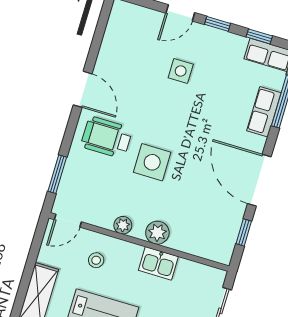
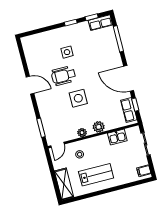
door: (180, 13) -> (52, 27), removed
row of seats: (264, 112) -> (129, 110), moved
wheelchair: (107, 137) -> (63, 76), moved
kitchen sink: (158, 263) -> (117, 137), moved

